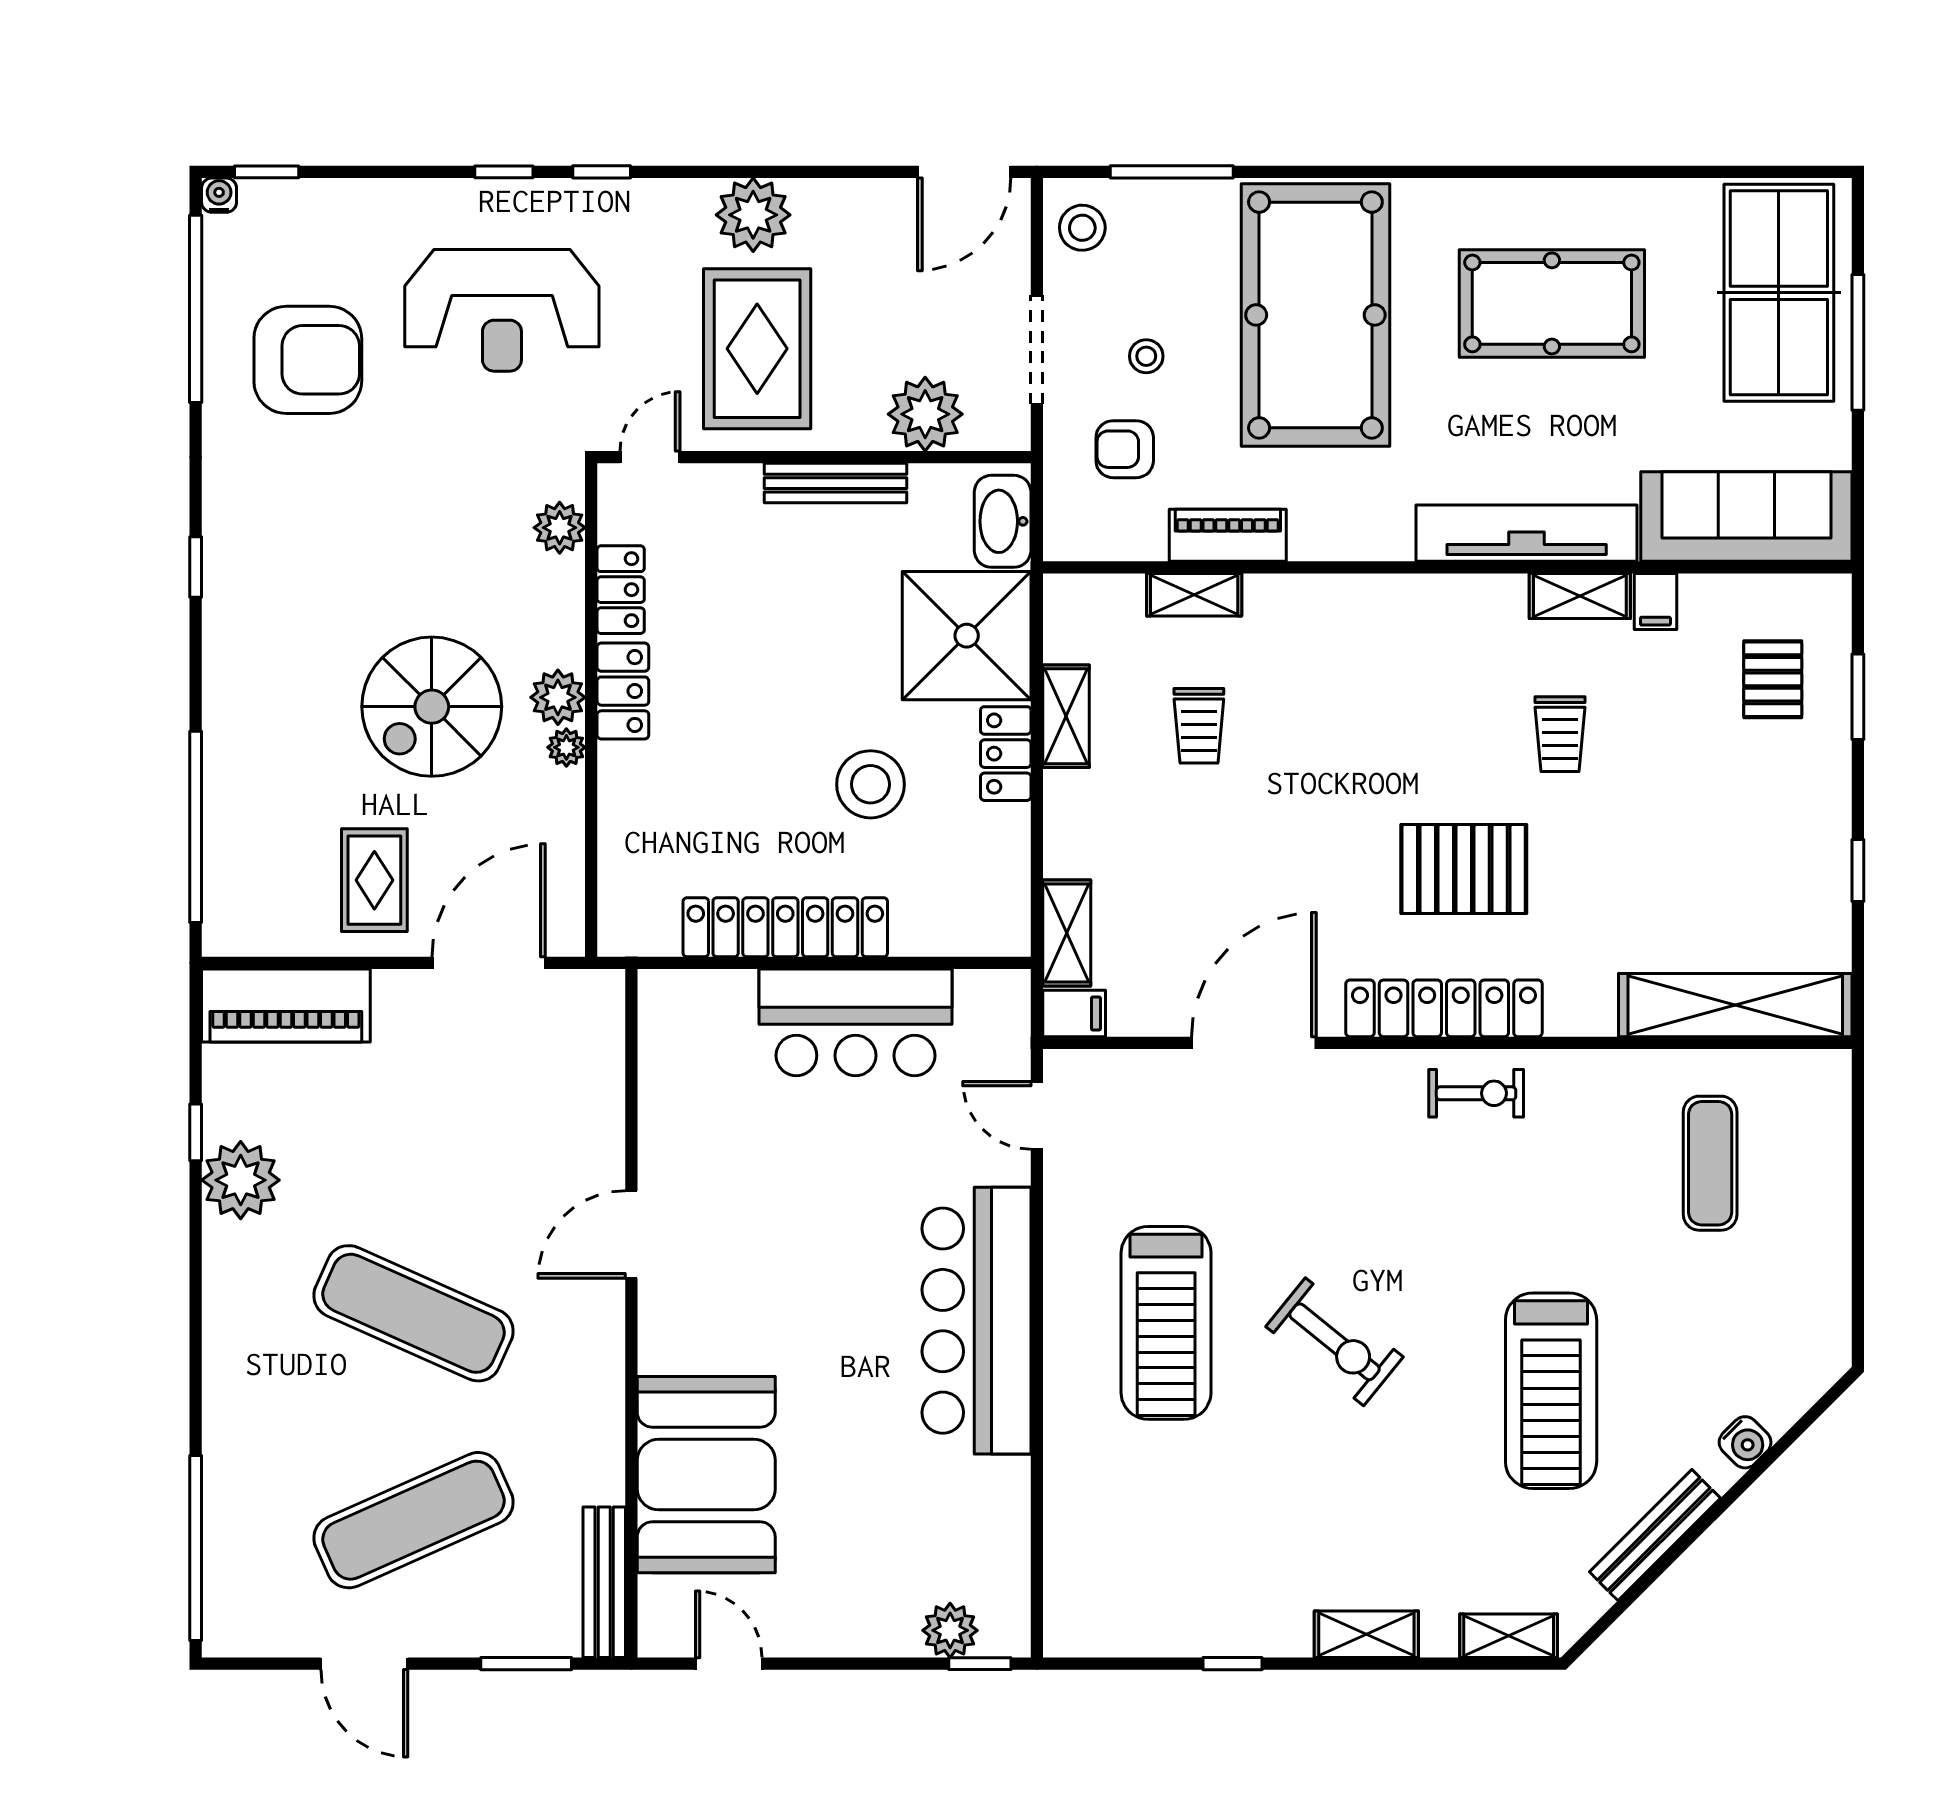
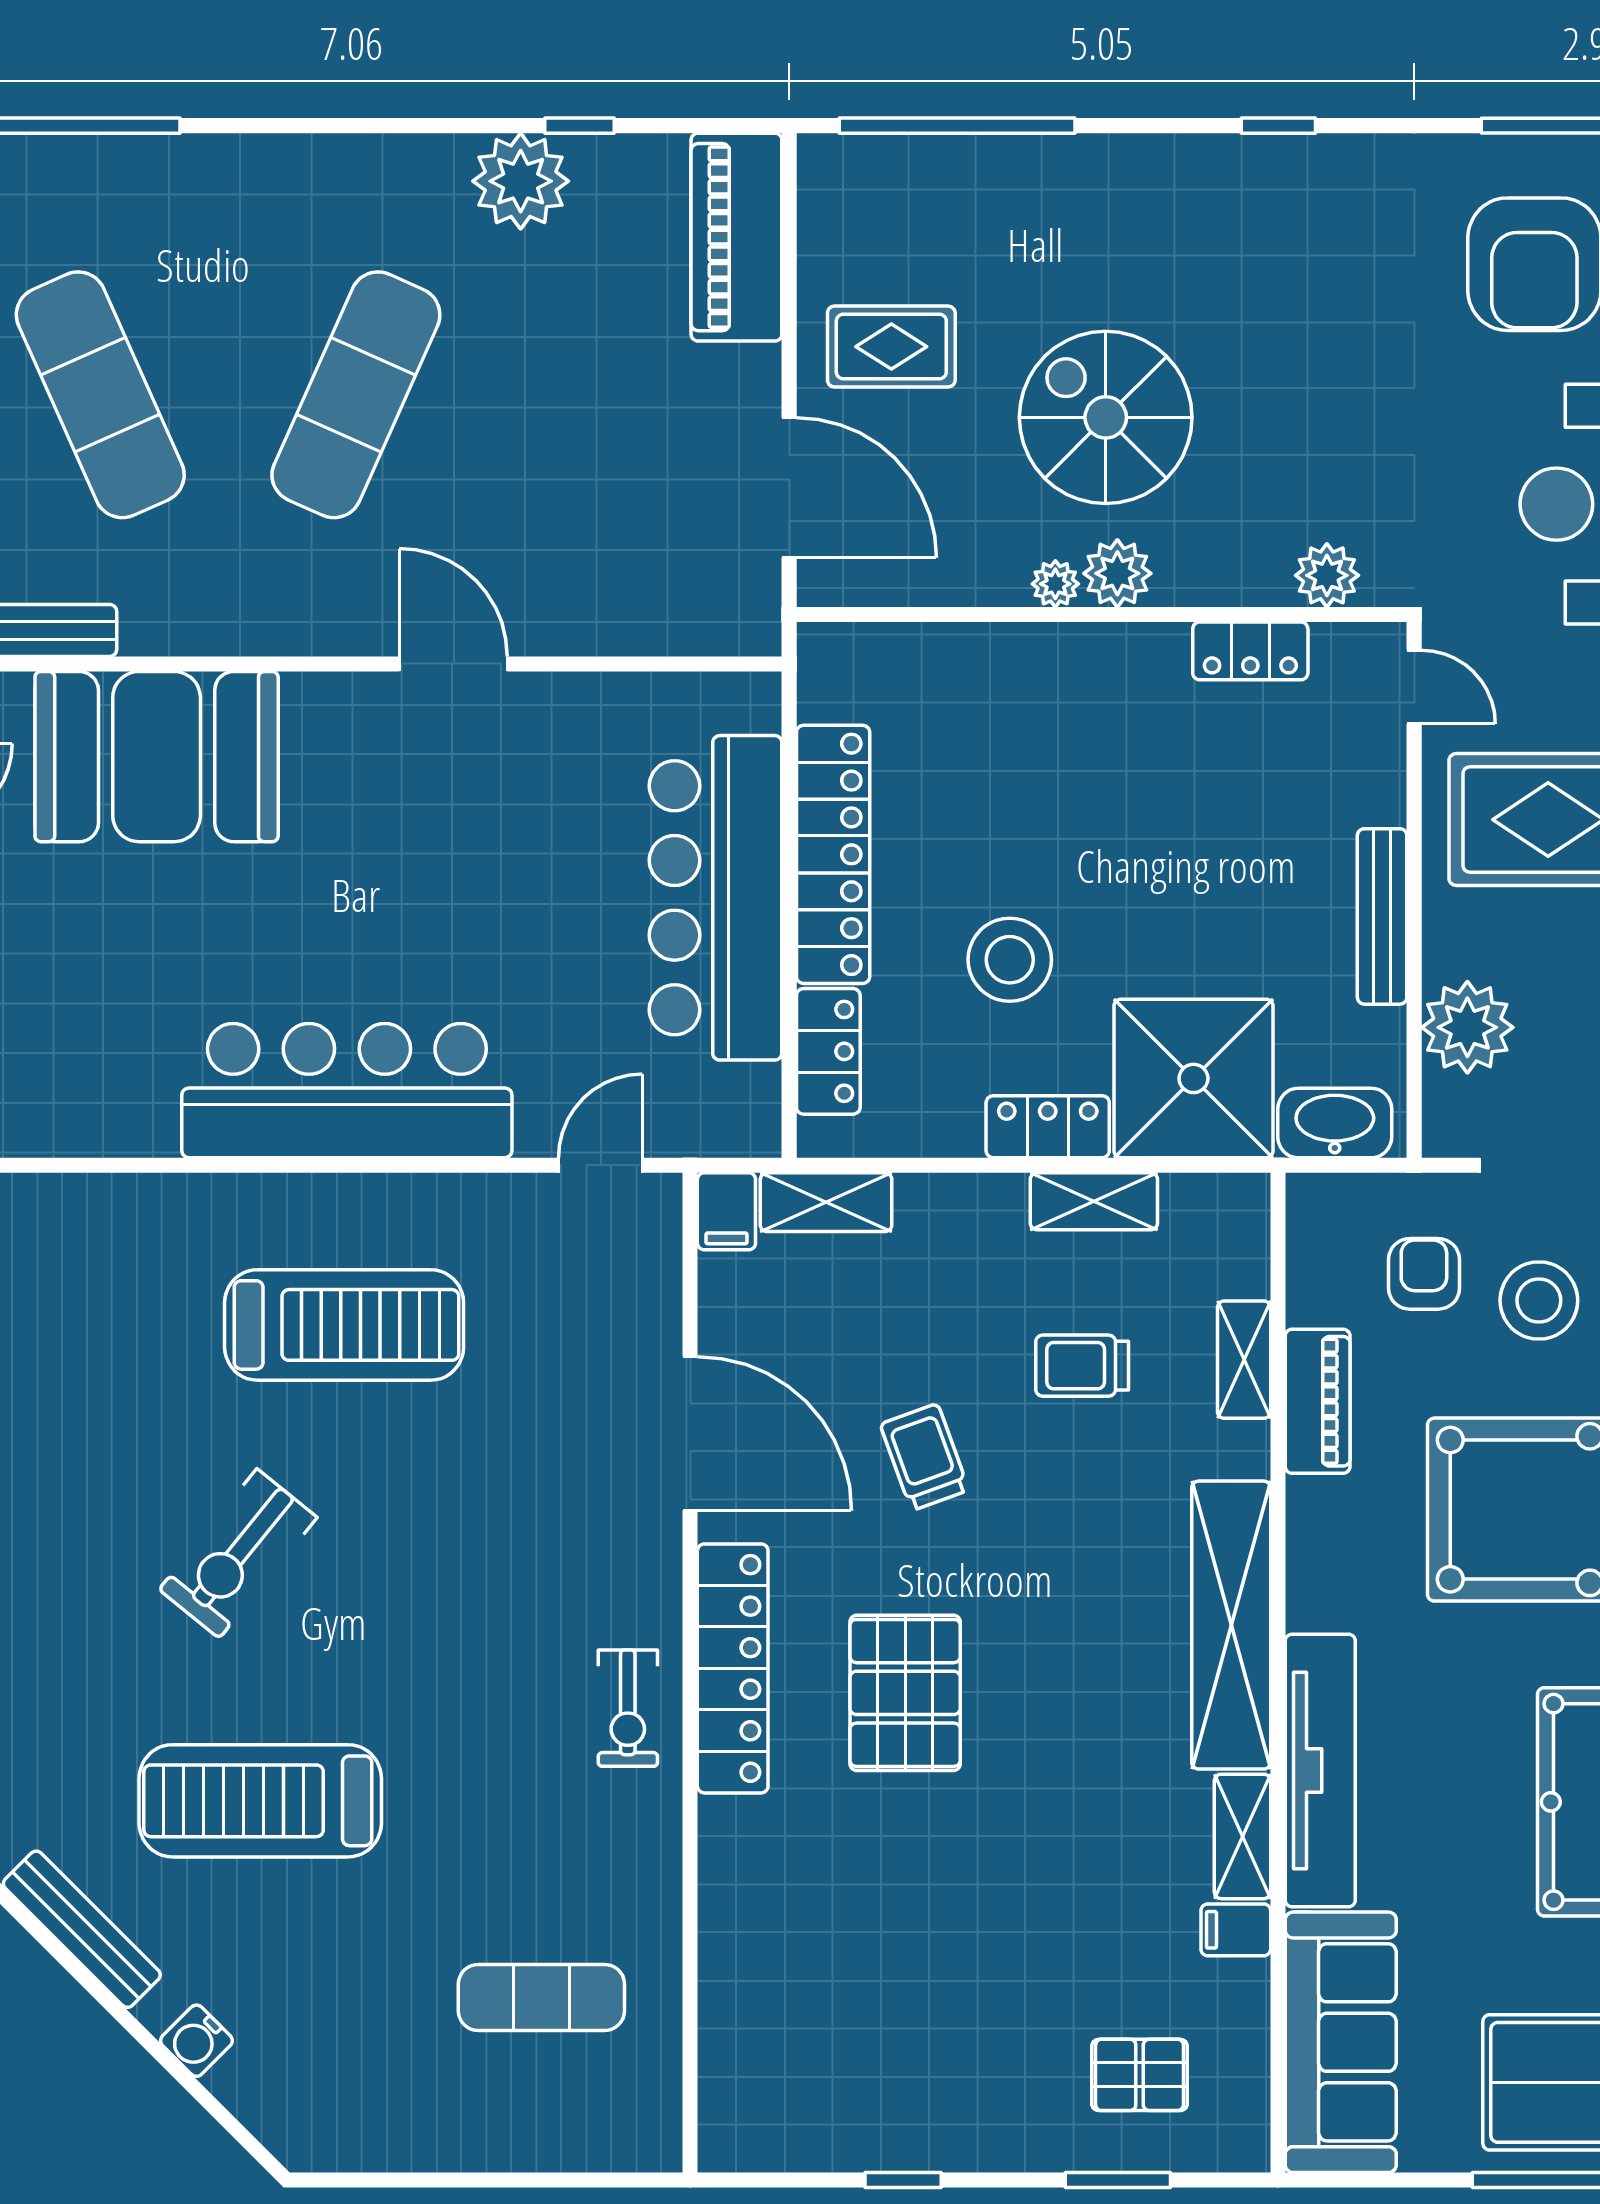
stool: (1146, 356) -> (1539, 1300), width x1.89, depth x1.89
locker: (623, 691) -> (828, 1051), moved, turned -90
trolley: (1560, 734) -> (924, 1457), moved, turned 70
shelving: (1735, 1005) -> (1231, 1625), moved
bar counter: (855, 1022) -> (716, 898), width x1.36
treadmill: (1166, 1323) -> (344, 1325), turned 180
exercise bike: (1334, 1342) -> (238, 1554), moved

